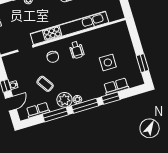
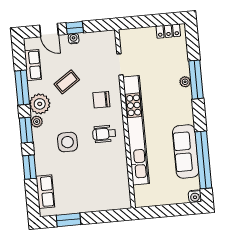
side table: (108, 62) -> (67, 142), moved
row of seats: (116, 86) -> (45, 192), moved
window: (85, 106) -> (26, 130), width x0.69

